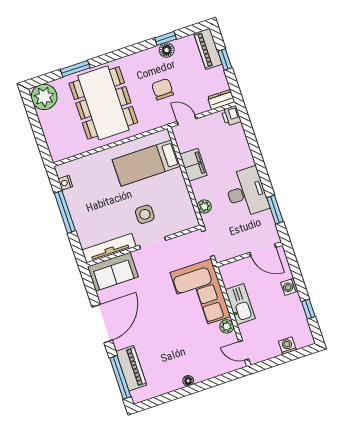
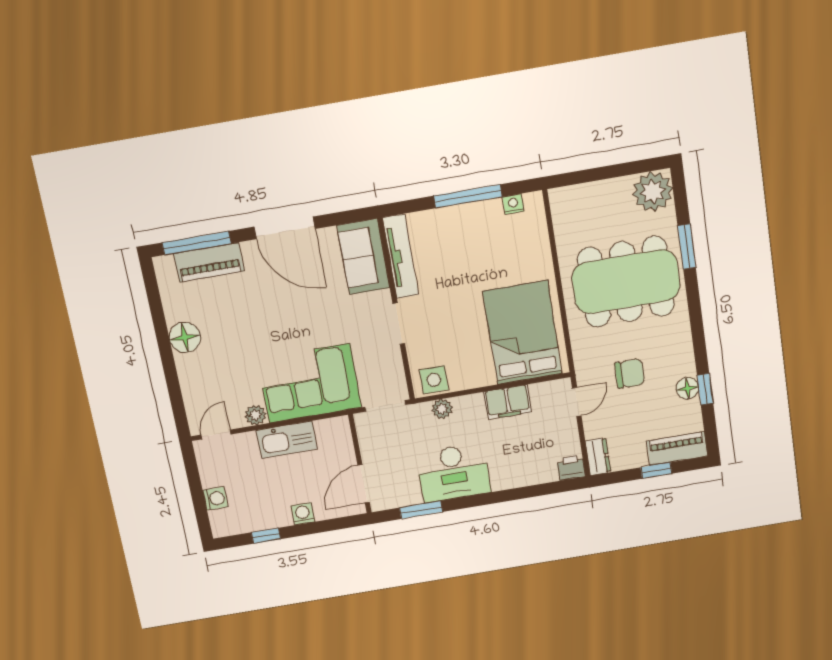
bed: (146, 163) -> (522, 333), width x1.50
side table: (145, 214) -> (434, 380), moved
floor lamp: (188, 381) -> (185, 338), width x1.89, depth x1.89

